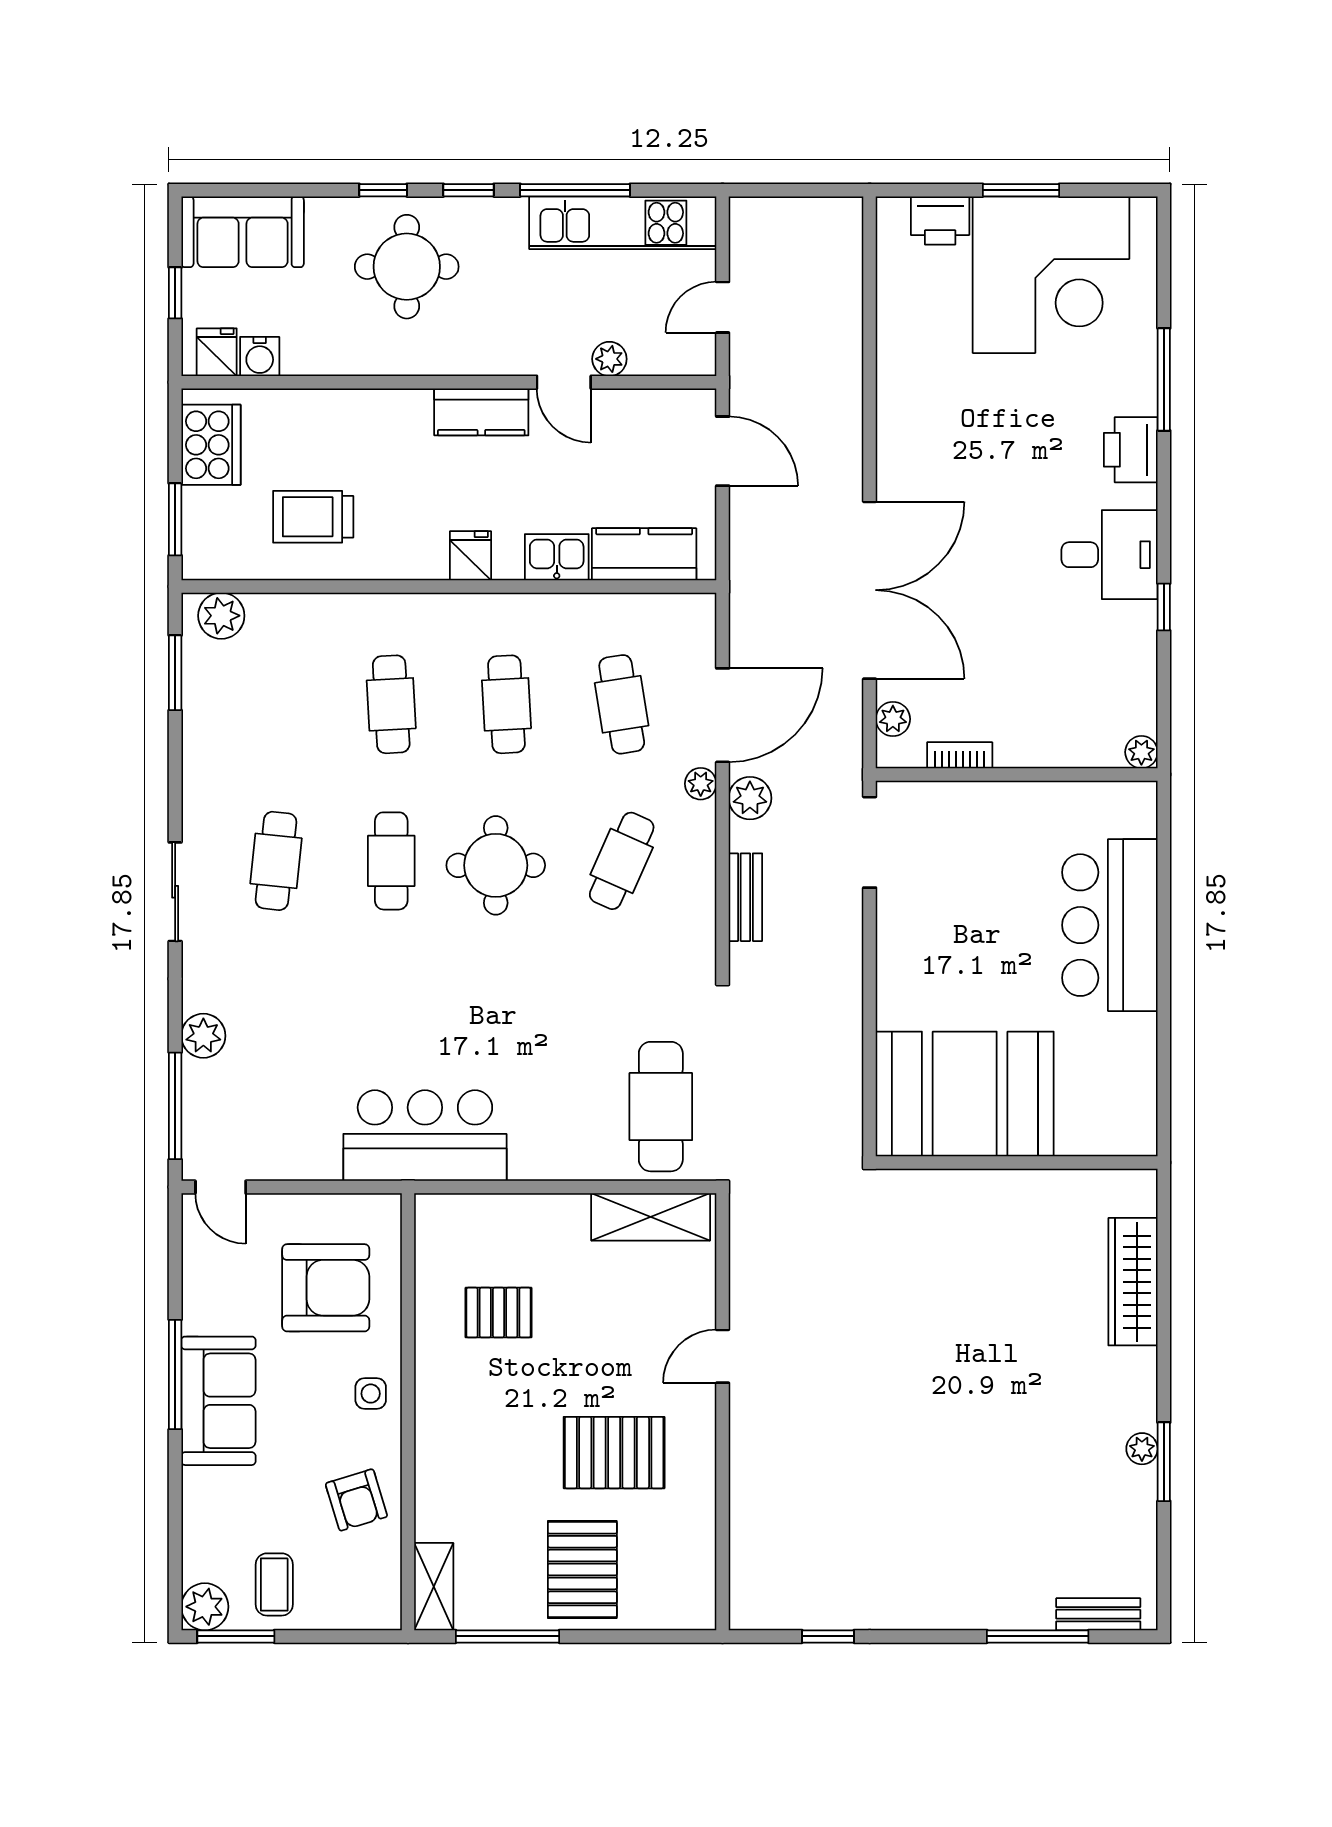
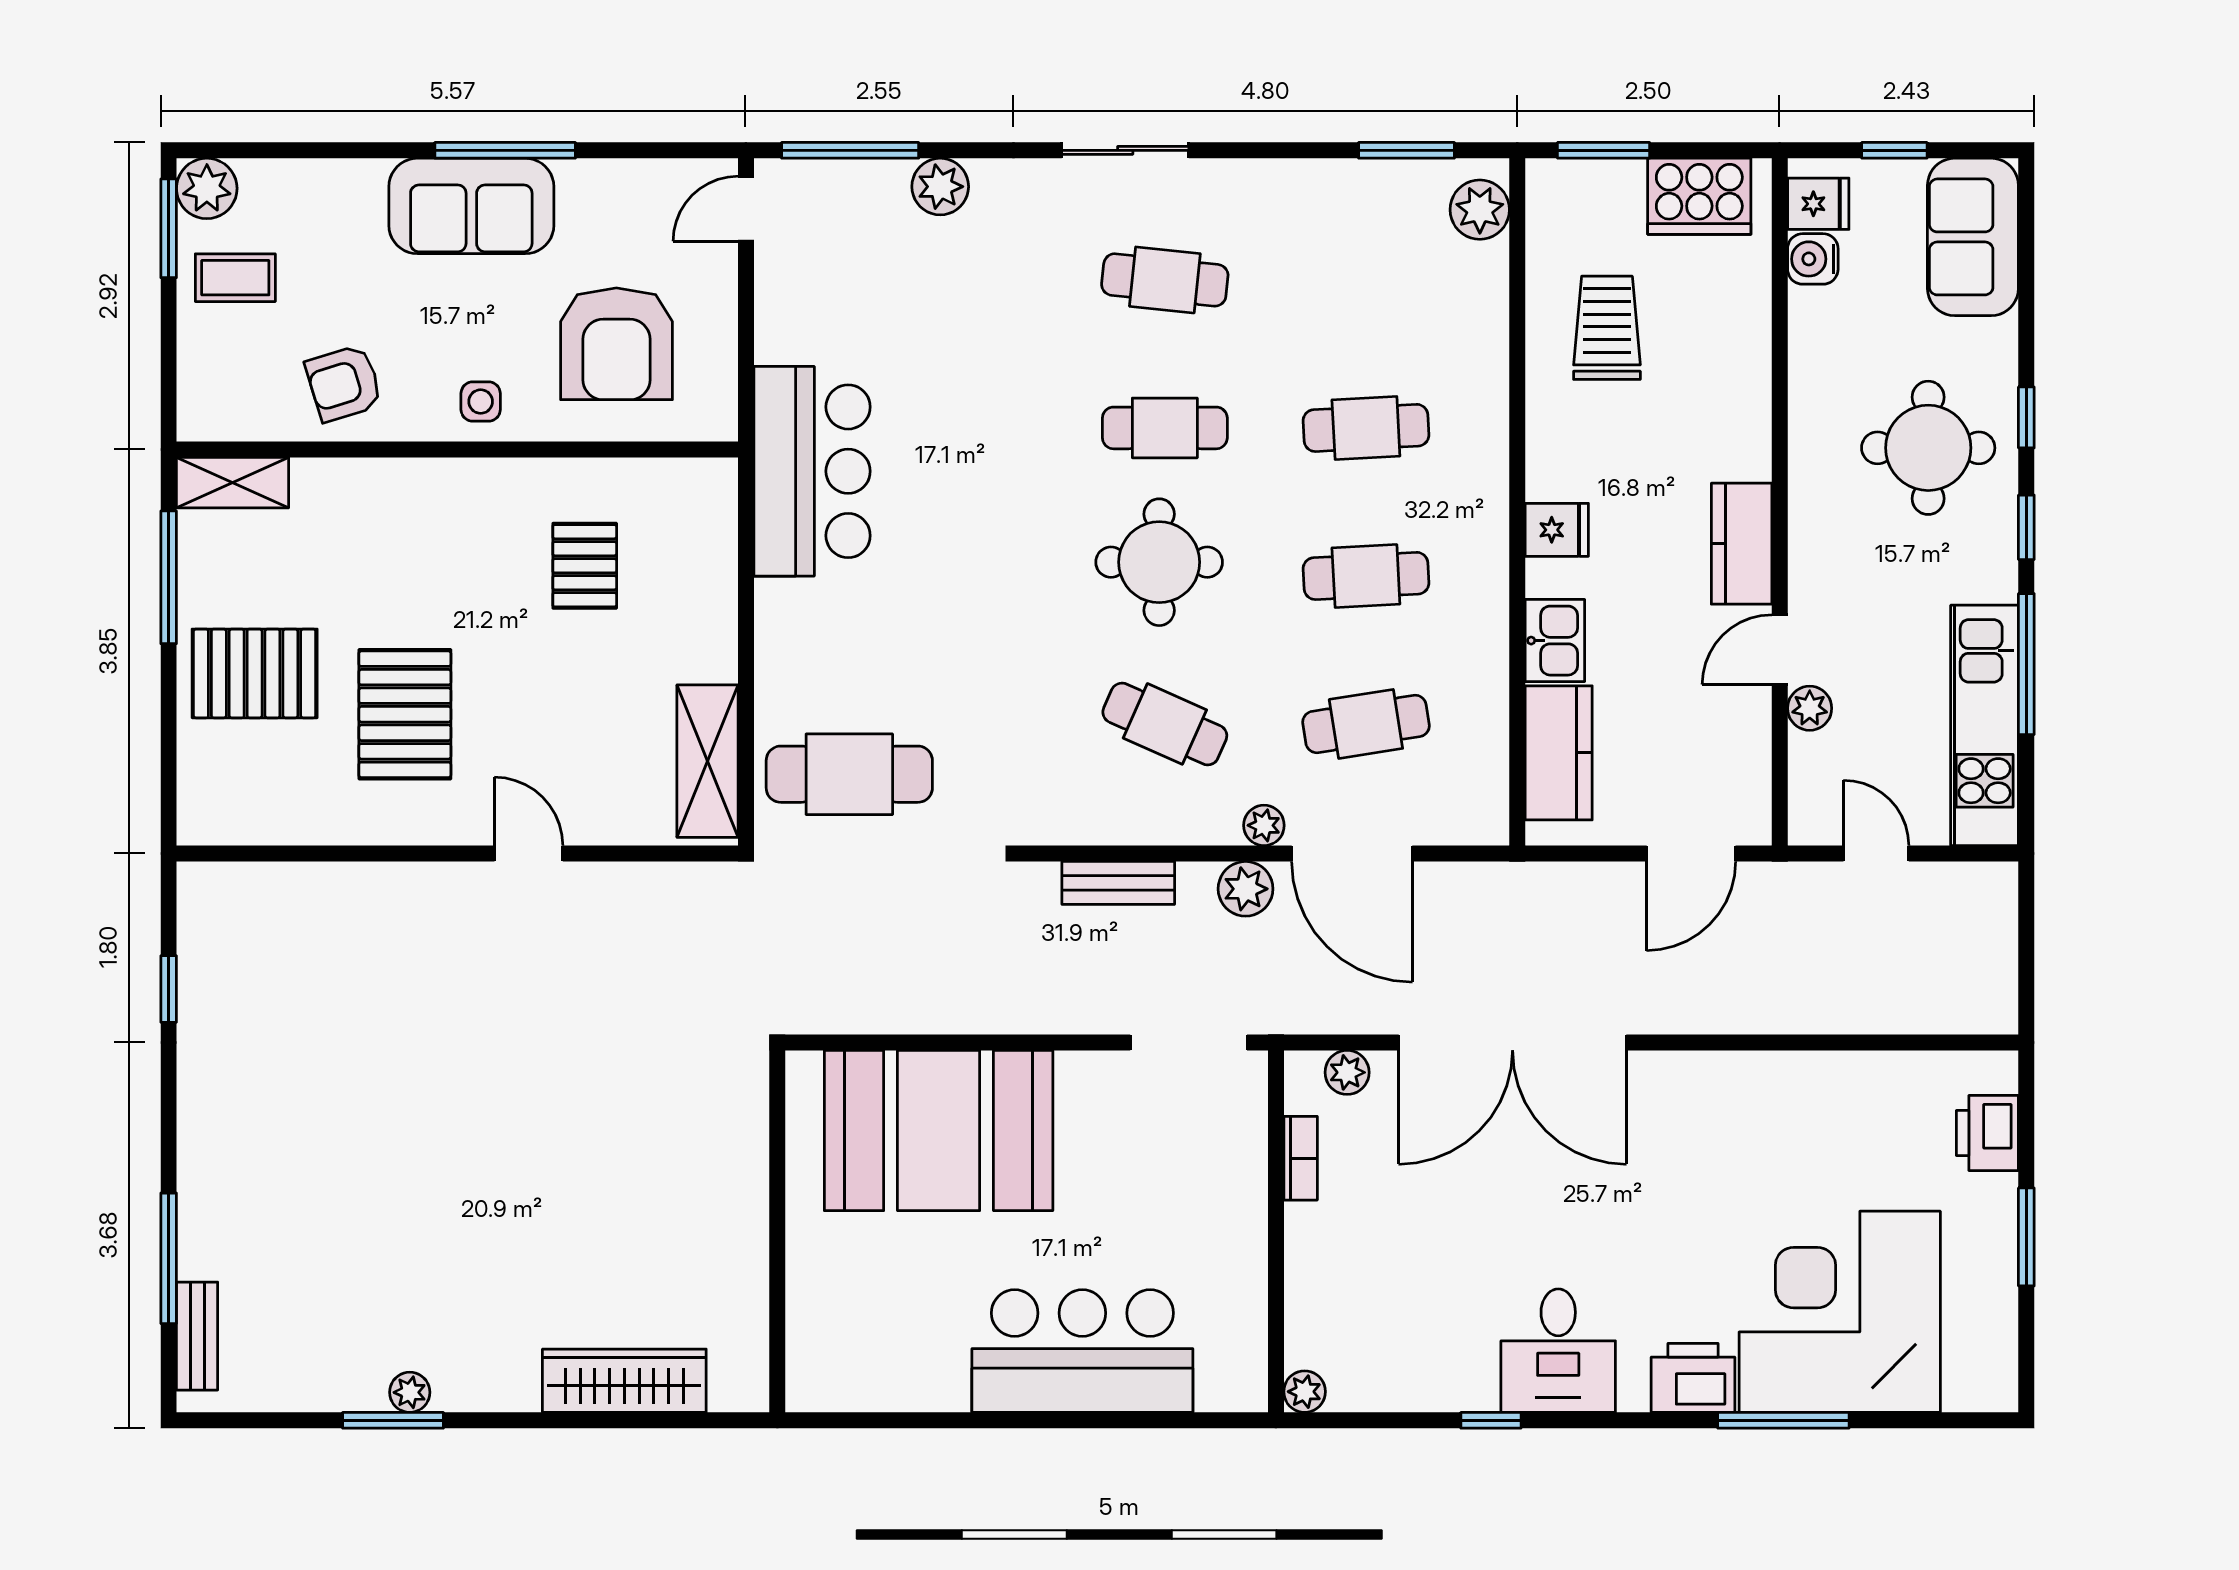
corner desk: (1051, 275) -> (1840, 1312), moved, turned 90
booth: (965, 1094) -> (939, 1130), moved, turned 90

